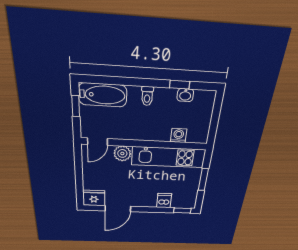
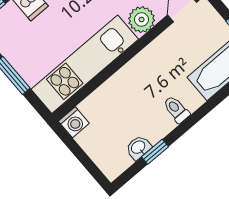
washing machine: (179, 136) -> (74, 122), moved

